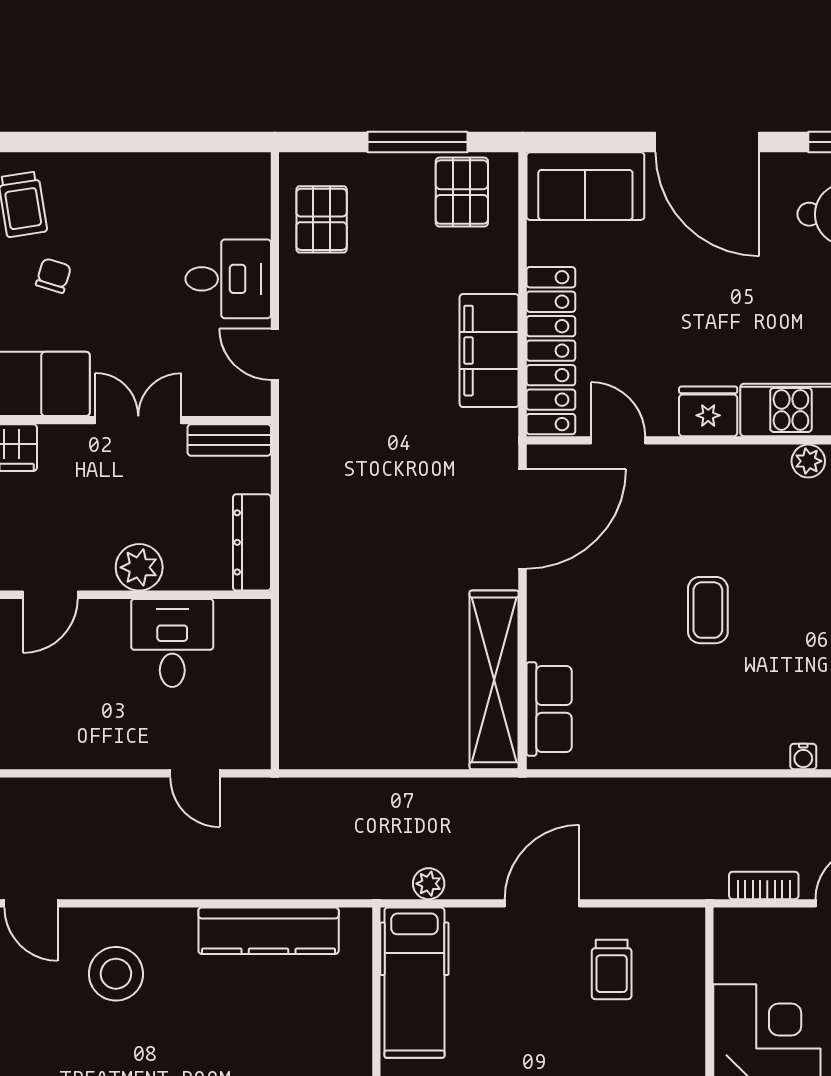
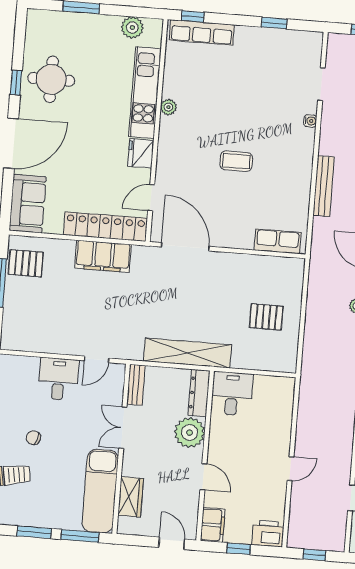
pallet: (322, 219) -> (266, 317), moved
chair: (53, 276) -> (33, 438), moved
dresser: (252, 542) -> (199, 393), moved, turned 90
plant: (139, 567) -> (190, 433), width x1.36, depth x1.36
desk: (172, 643) -> (232, 394), moved, turned 90
shelving: (494, 680) -> (187, 353), moved
door: (195, 773) -> (290, 469), moved
bench: (671, 795) -> (324, 186), added

